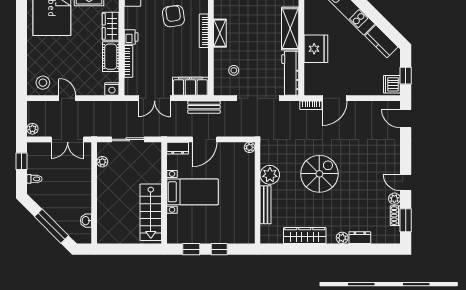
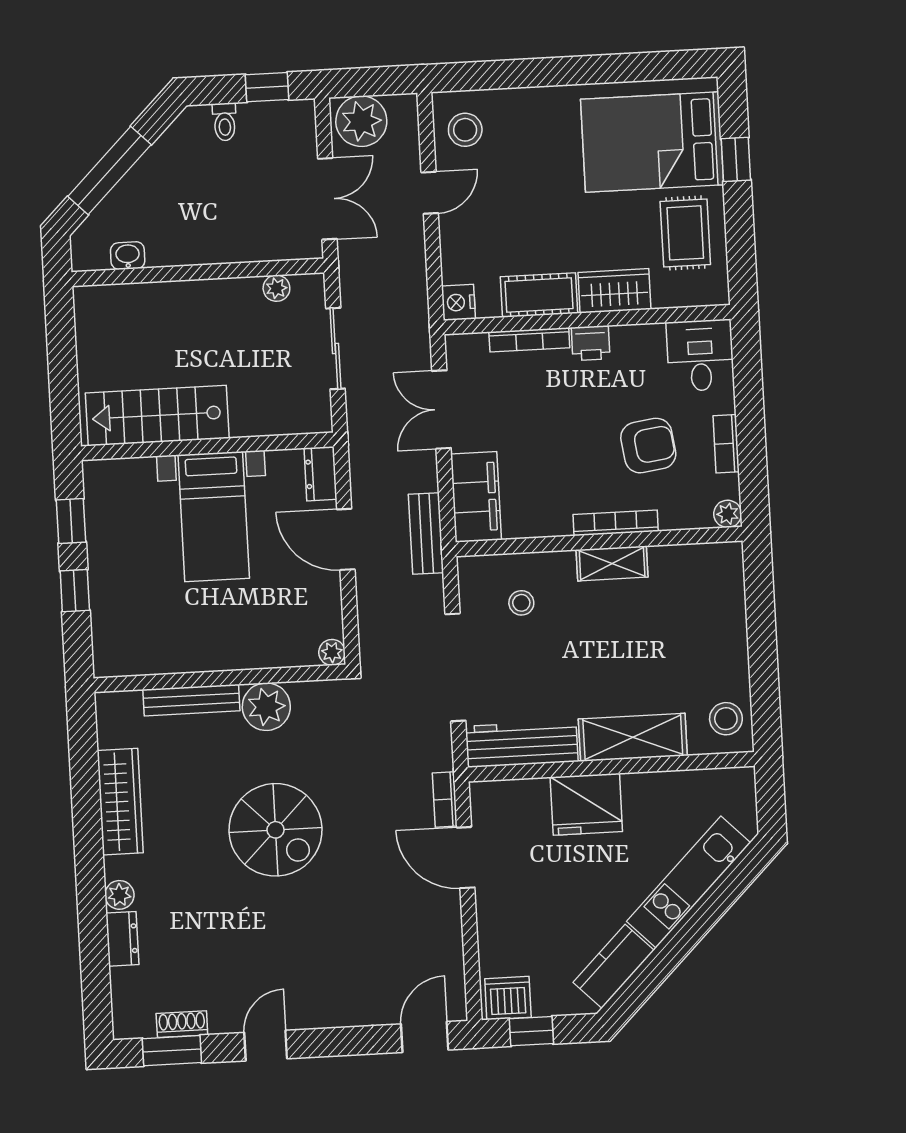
plant: (32, 129) -> (361, 121), width x1.88, depth x1.88
double door: (68, 139) -> (327, 199), swing flipped
plant: (394, 199) -> (224, 1020), removed

